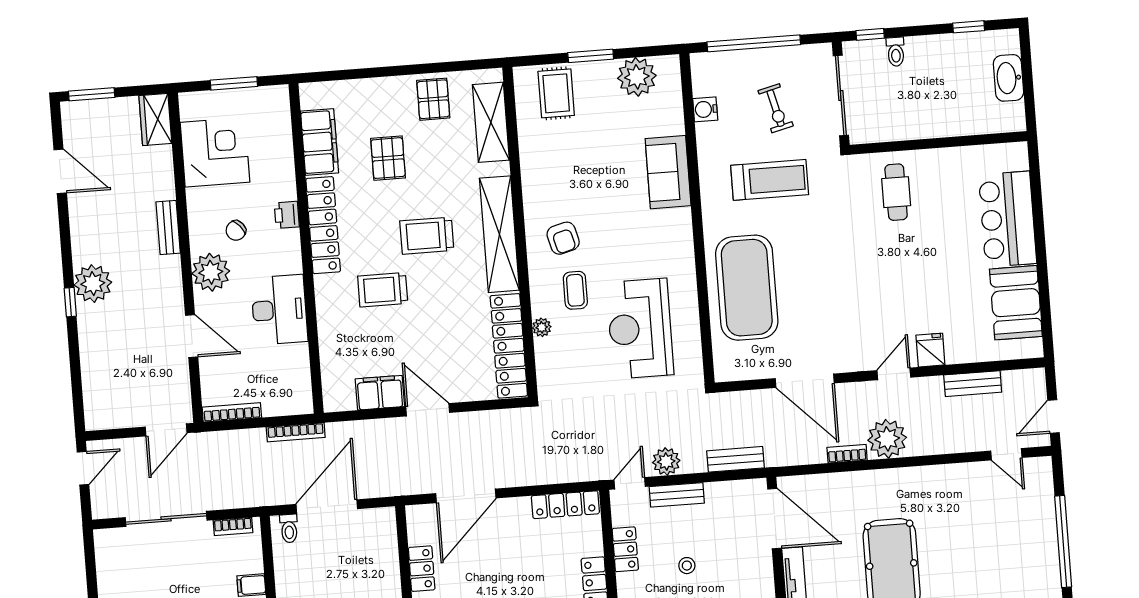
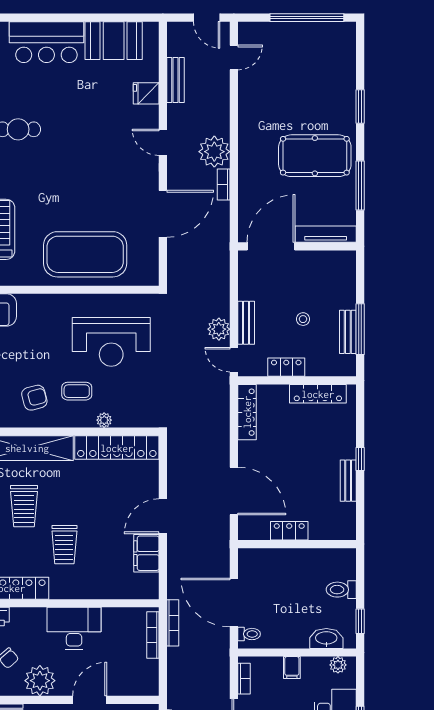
fridge: (930, 350) -> (146, 93), moved
bookcase: (232, 412) -> (153, 635), moved
bench: (736, 459) -> (221, 274), removed

